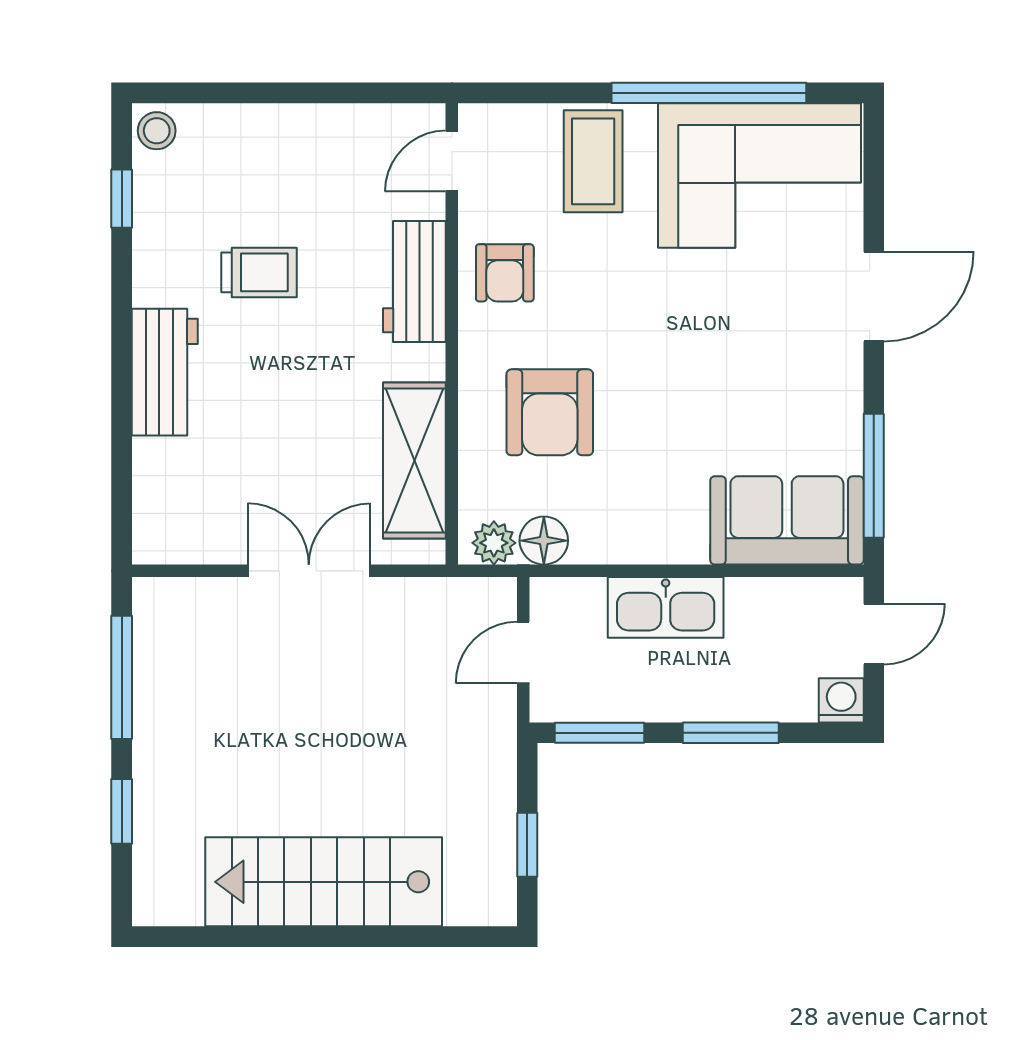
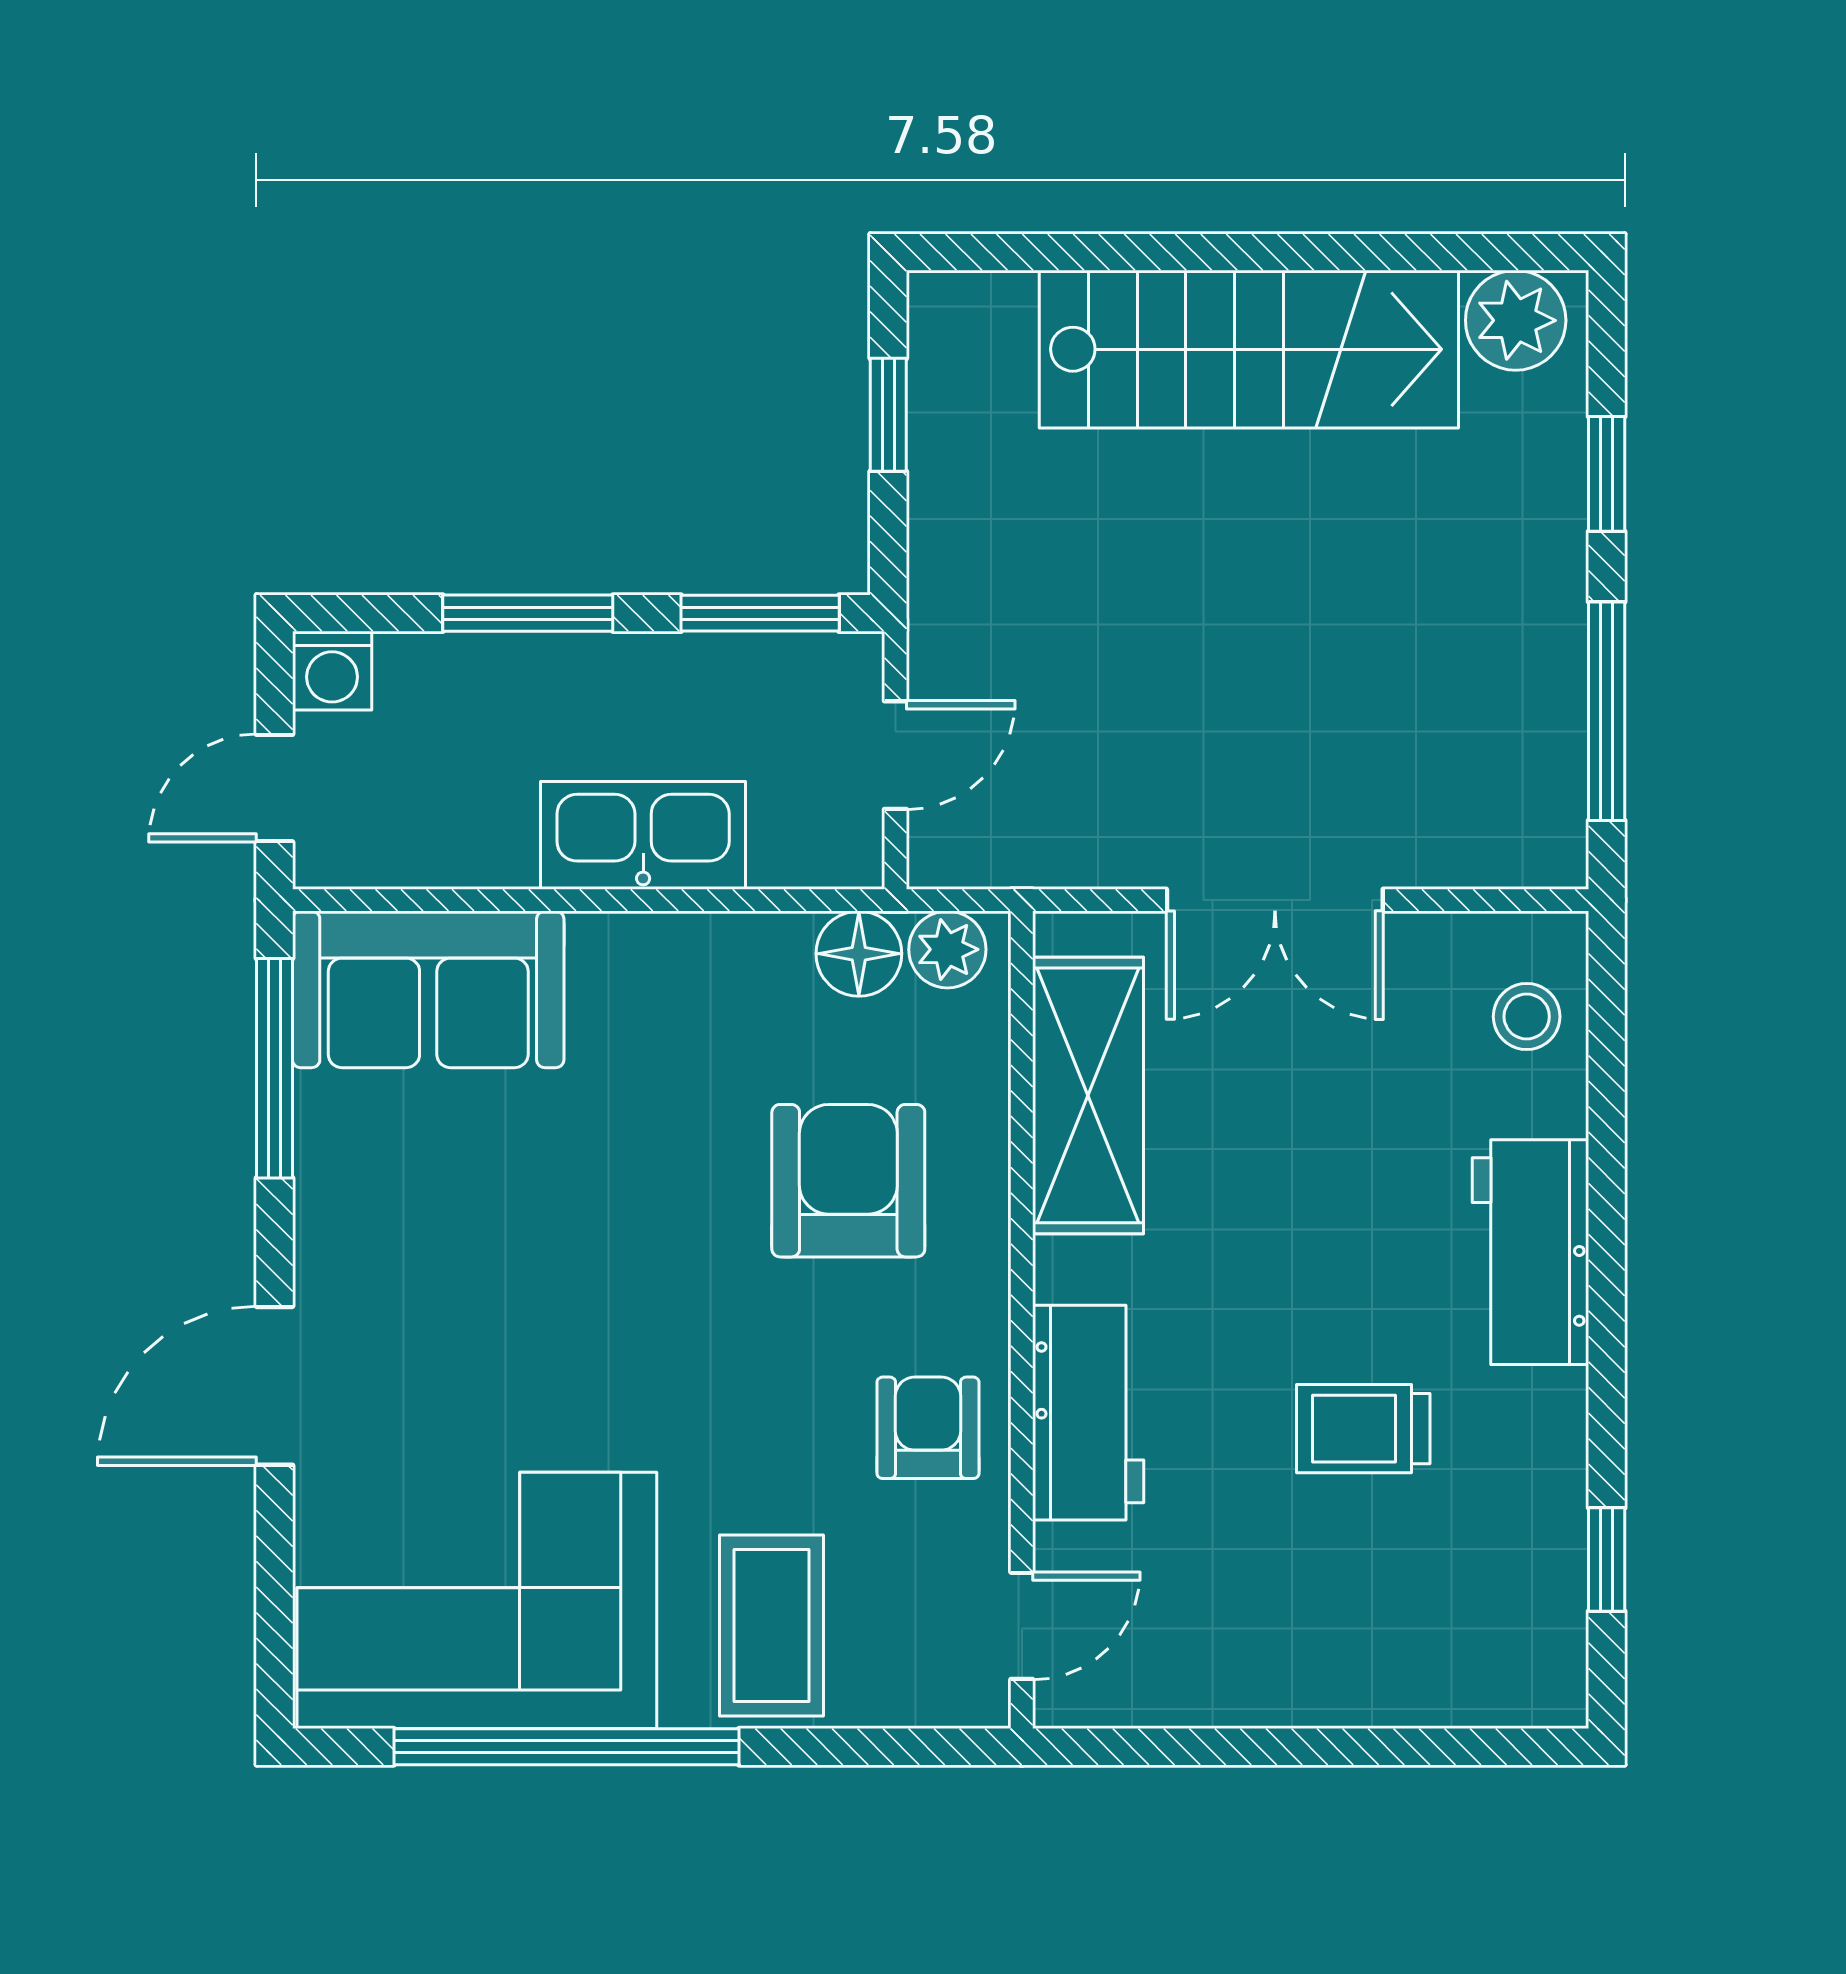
stool: (157, 131) -> (1527, 1017), moved
plant: (173, 898) -> (1516, 320), added

